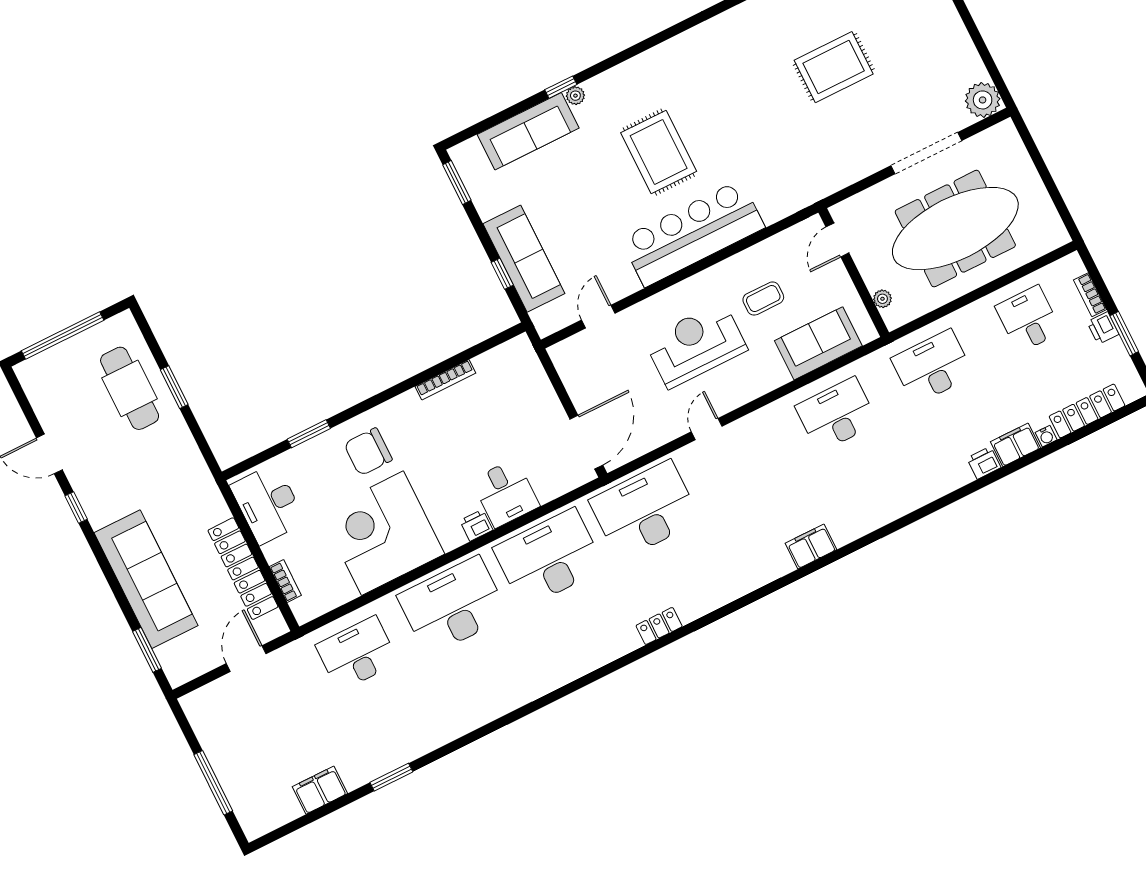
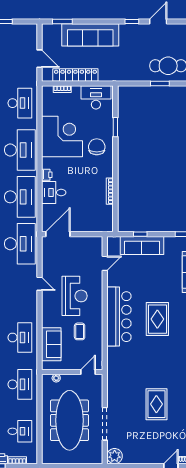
rug: (659, 152) -> (157, 319), turned 90
door: (837, 240) -> (88, 372), hinge flipped
door: (598, 317) -> (105, 263), hinge flipped
door: (586, 442) -> (58, 234), swing flipped

